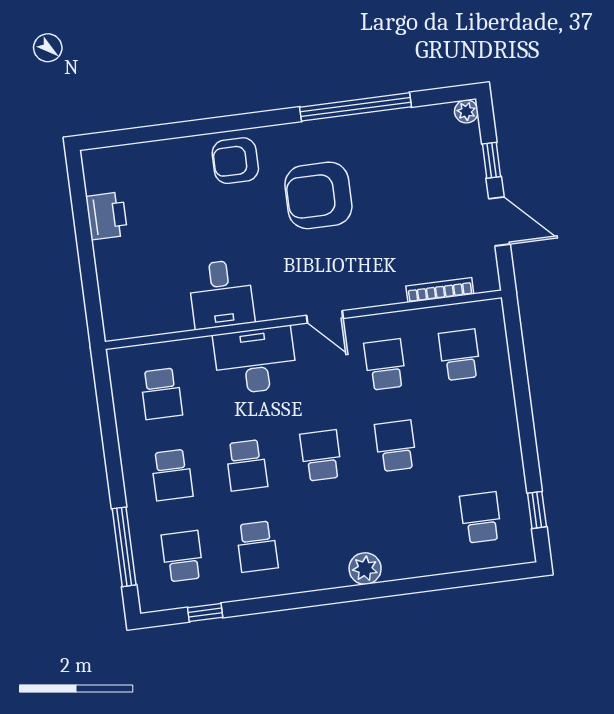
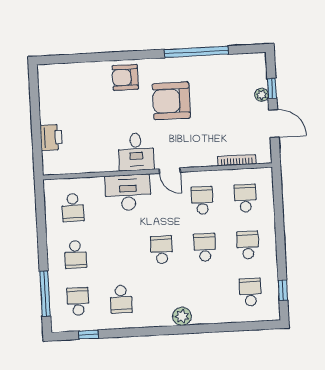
plant: (466, 111) -> (261, 95), moved
printer: (107, 216) -> (51, 137), moved
desk: (221, 294) -> (136, 152), moved
school desk: (246, 465) -> (248, 245), moved, turned 180

